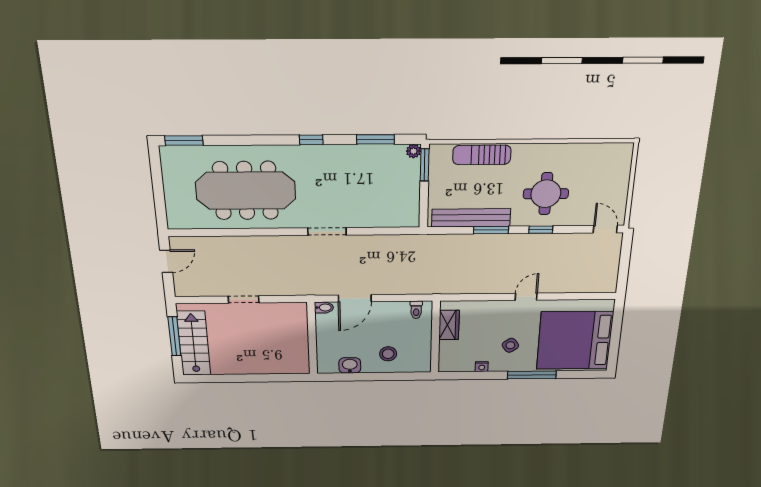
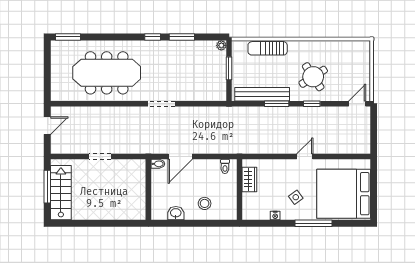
window: (375, 139) -> (182, 37), moved
window: (425, 165) -> (229, 68), moved
round table: (546, 194) -> (313, 77), turned -33
door: (605, 229) -> (357, 104), hinge flipped

